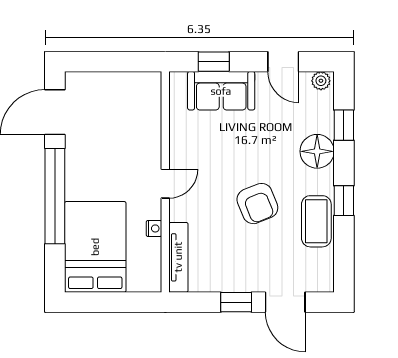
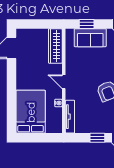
wardrobe: (147, 108) -> (55, 46), added
door: (165, 184) -> (64, 82), swing flipped
window: (55, 196) -> (11, 88), removed

